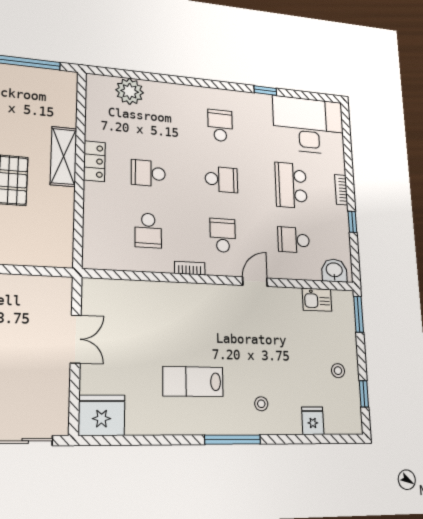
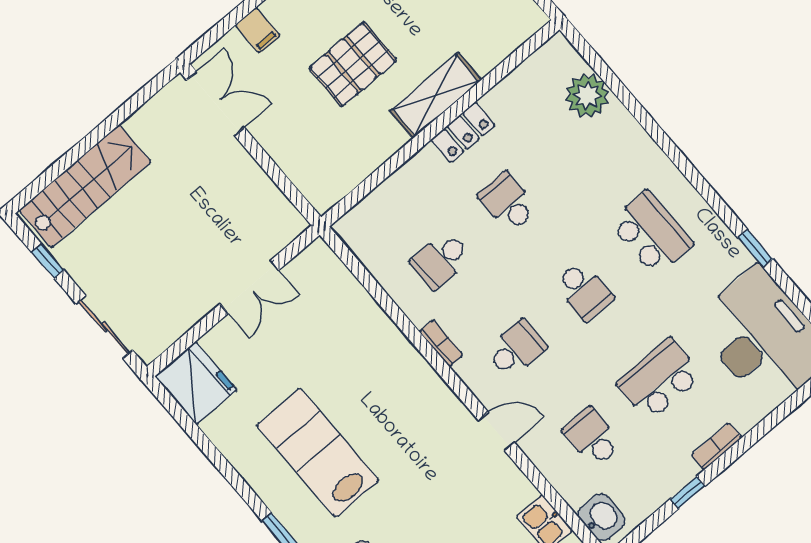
school desk: (220, 125) -> (651, 233), width x1.85
lab bench: (193, 382) -> (318, 453), width x1.36, depth x1.39

